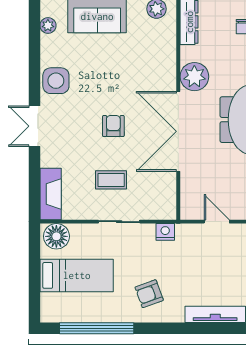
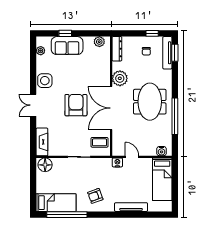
armchair: (113, 126) -> (76, 105), width x1.88, depth x1.88
coffee table: (111, 180) -> (99, 142), moved
nightstand: (165, 232) -> (117, 162), moved
bed: (77, 275) -> (56, 203), moved

